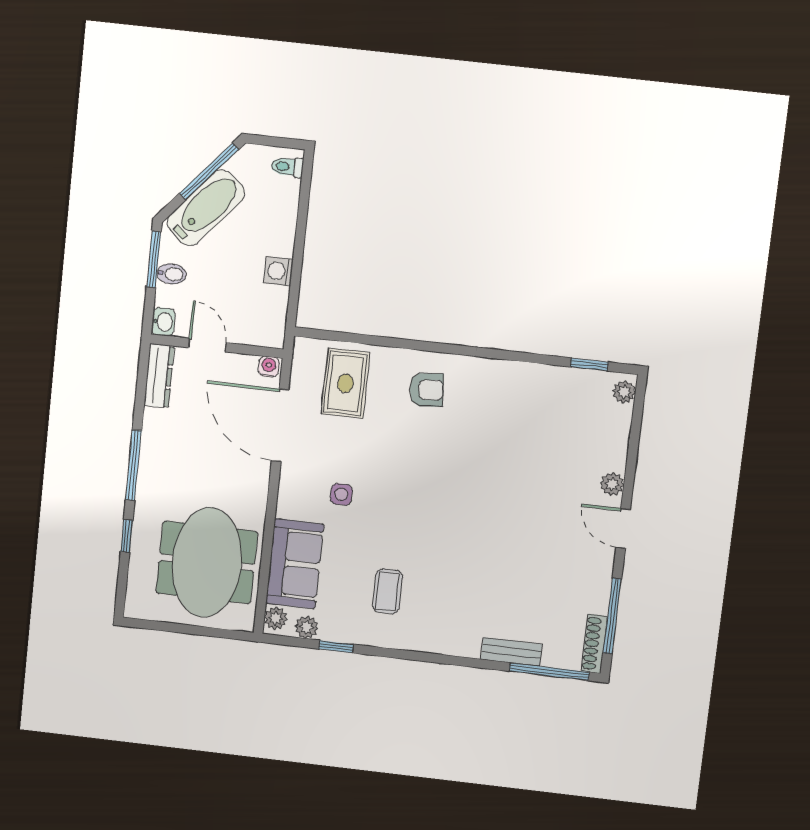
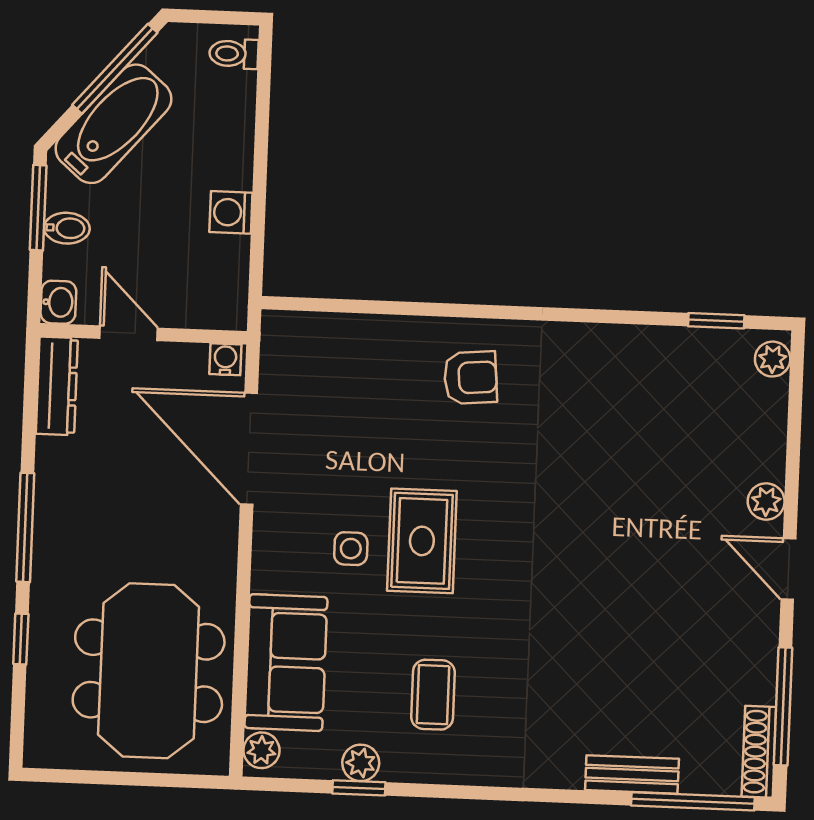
rug: (345, 383) -> (422, 541), moved
plant: (307, 627) -> (361, 763), moved

